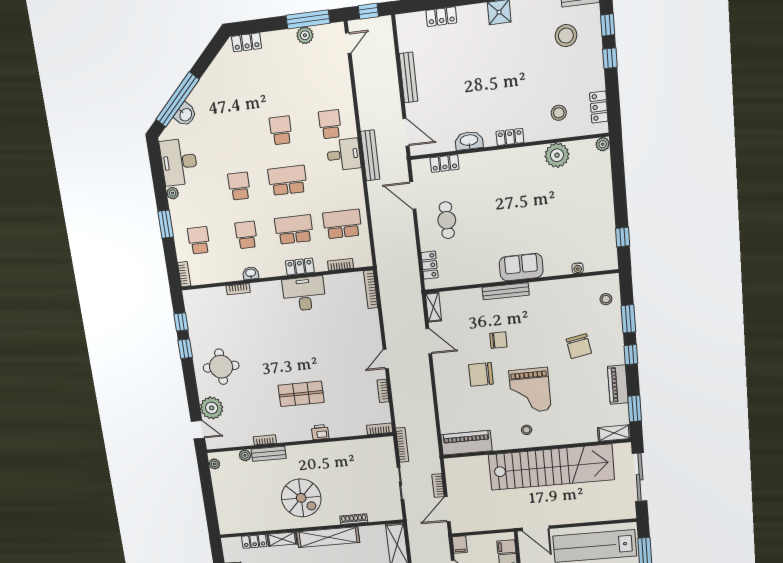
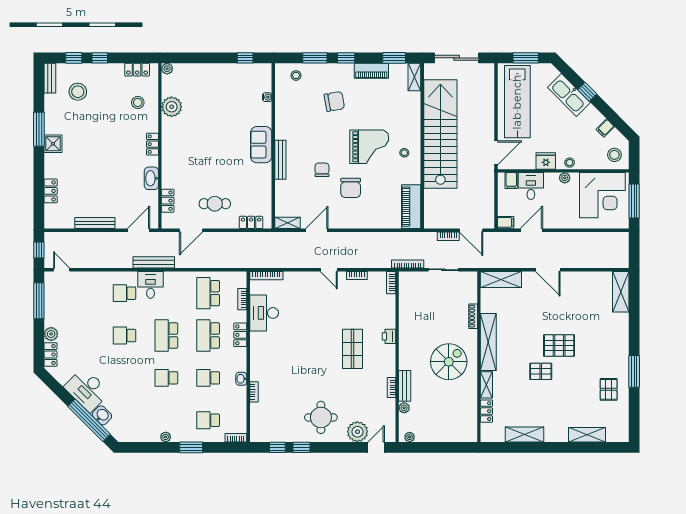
plant: (305, 35) -> (51, 334), moved
desk: (179, 162) -> (87, 390), moved, turned 45
desk: (304, 294) -> (264, 313), moved

